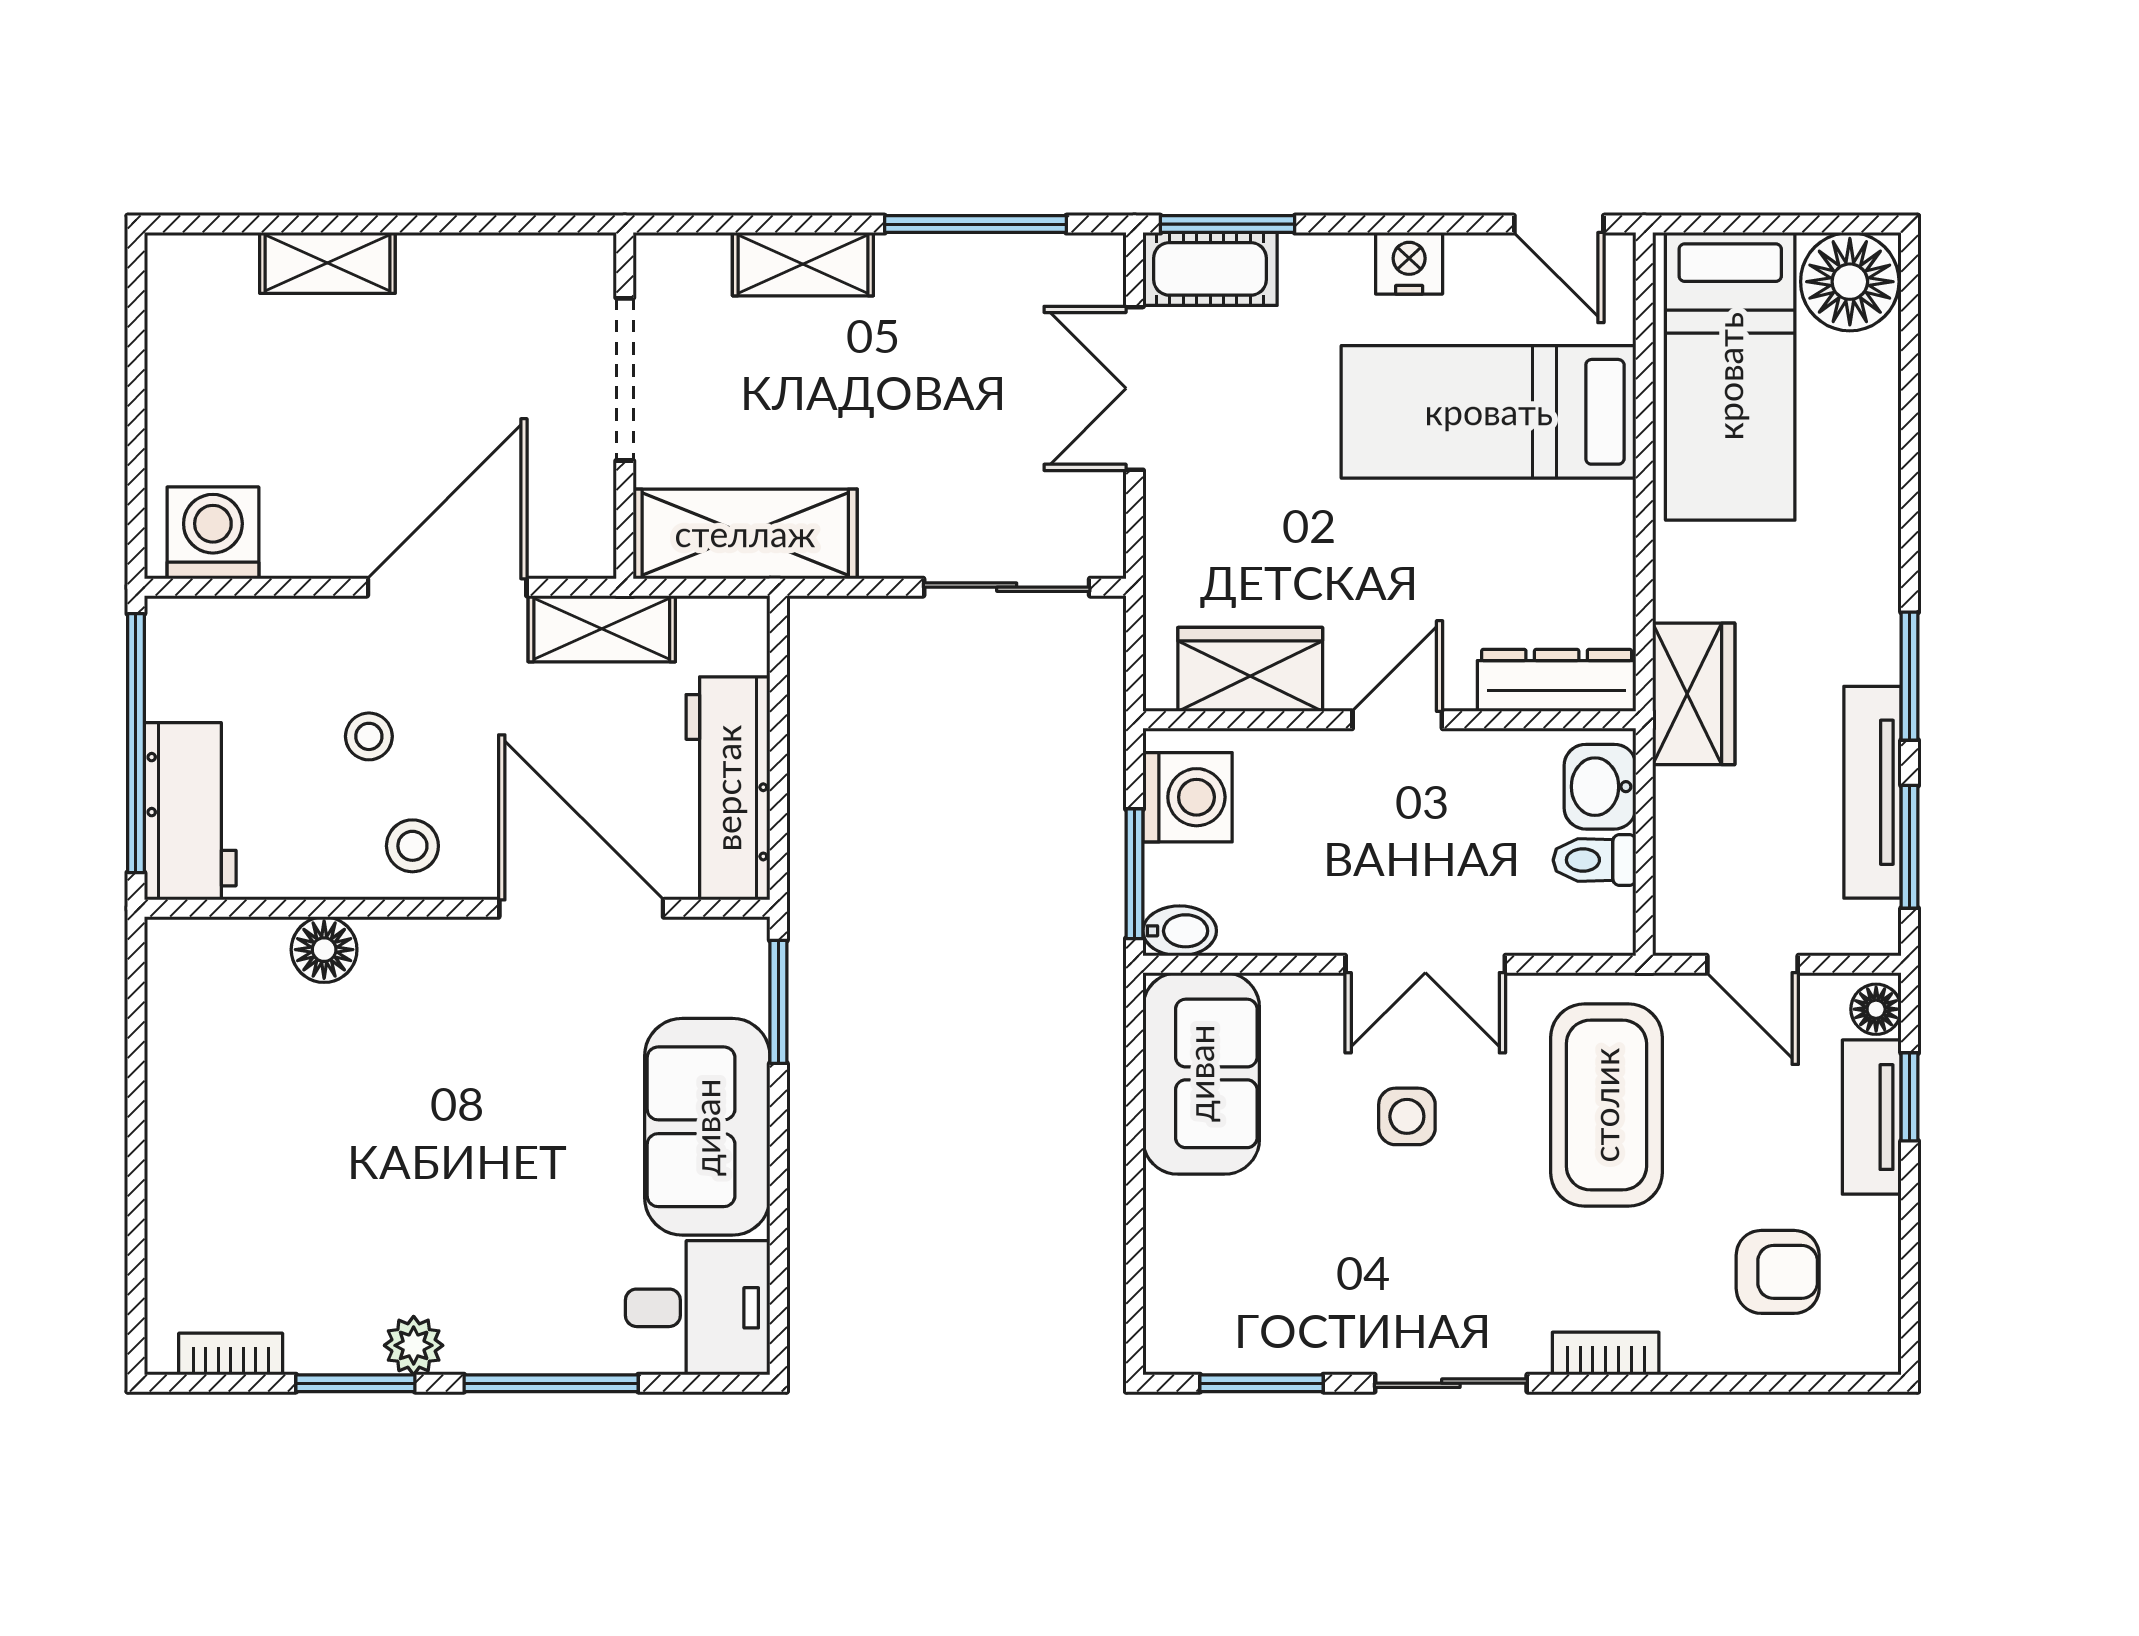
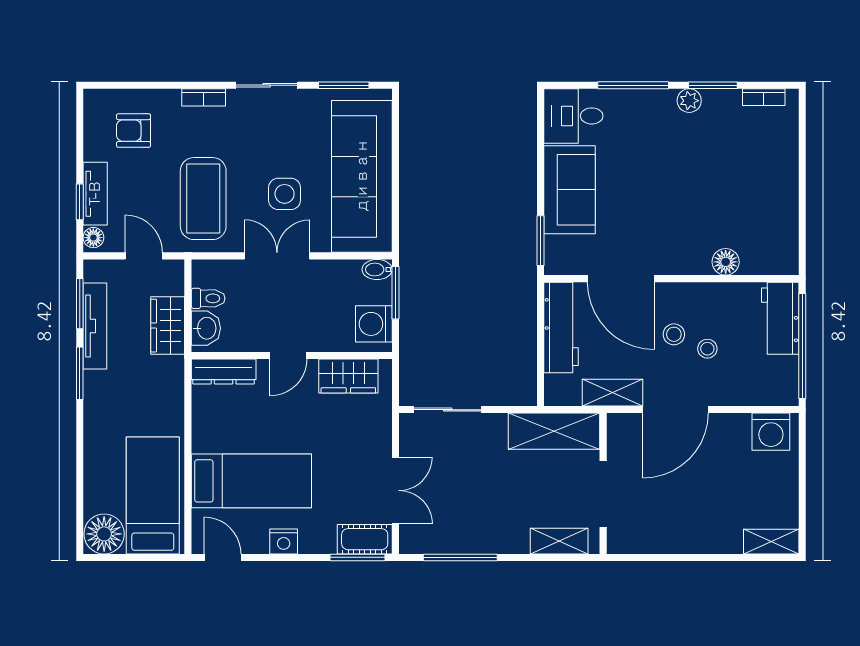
shelving: (327, 263) -> (771, 542), moved
shelving: (803, 264) -> (559, 541), moved
wardrobe: (1694, 694) -> (168, 326), moved
stool: (412, 846) -> (674, 334), moved
sofa: (1201, 1073) -> (362, 176), width x1.85, depth x1.27
side table: (1407, 1116) -> (285, 194), width x1.37, depth x1.37

